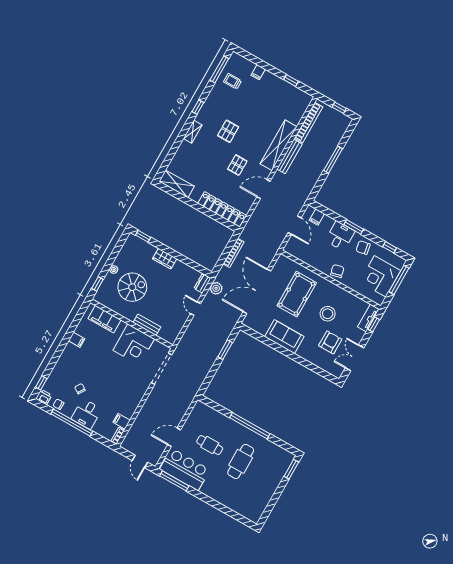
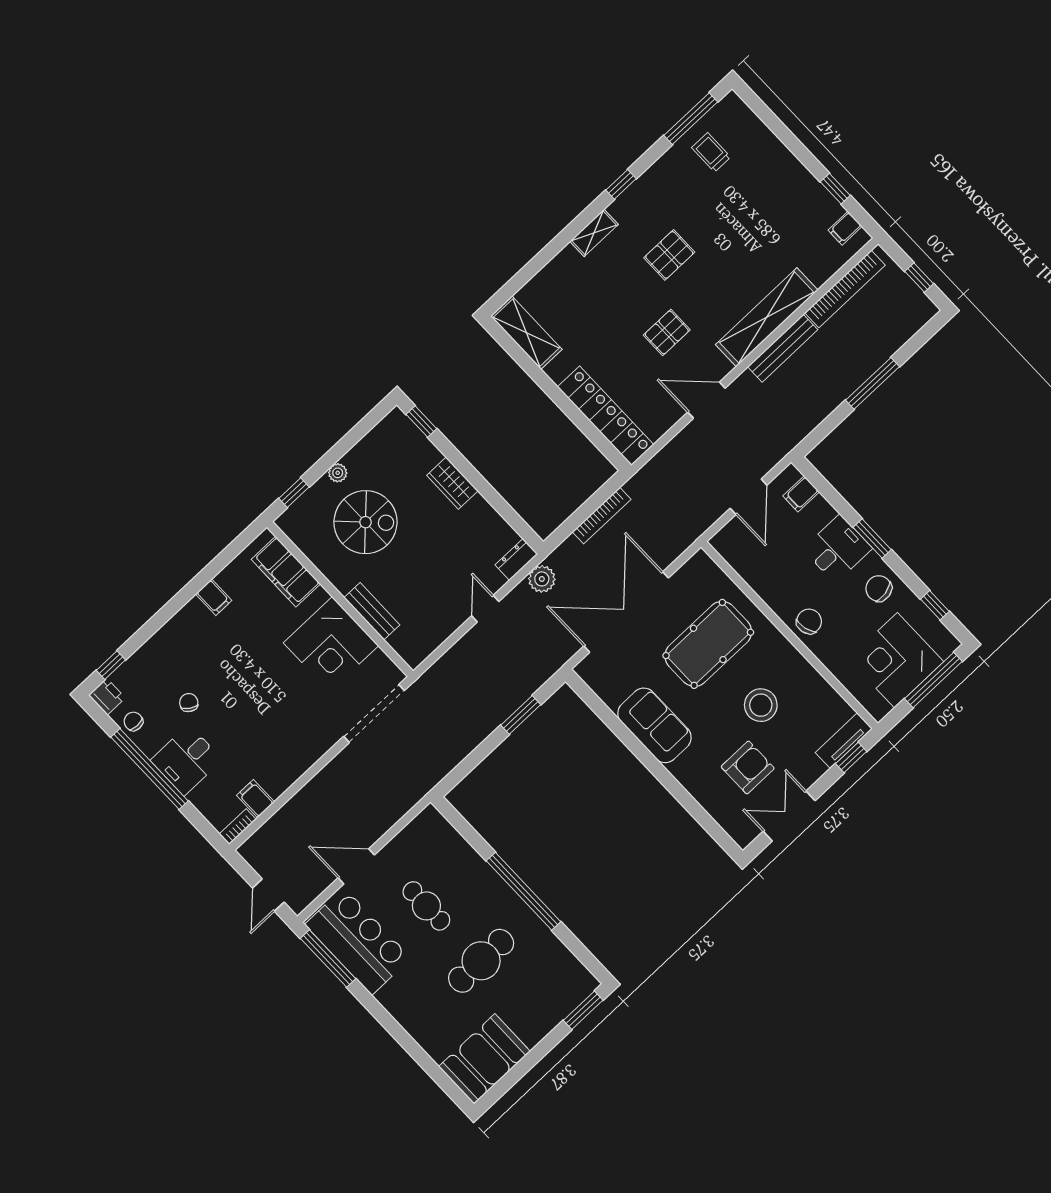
filing cabinet: (258, 72) -> (845, 228), moved
booth: (255, 503) -> (484, 1059), added

